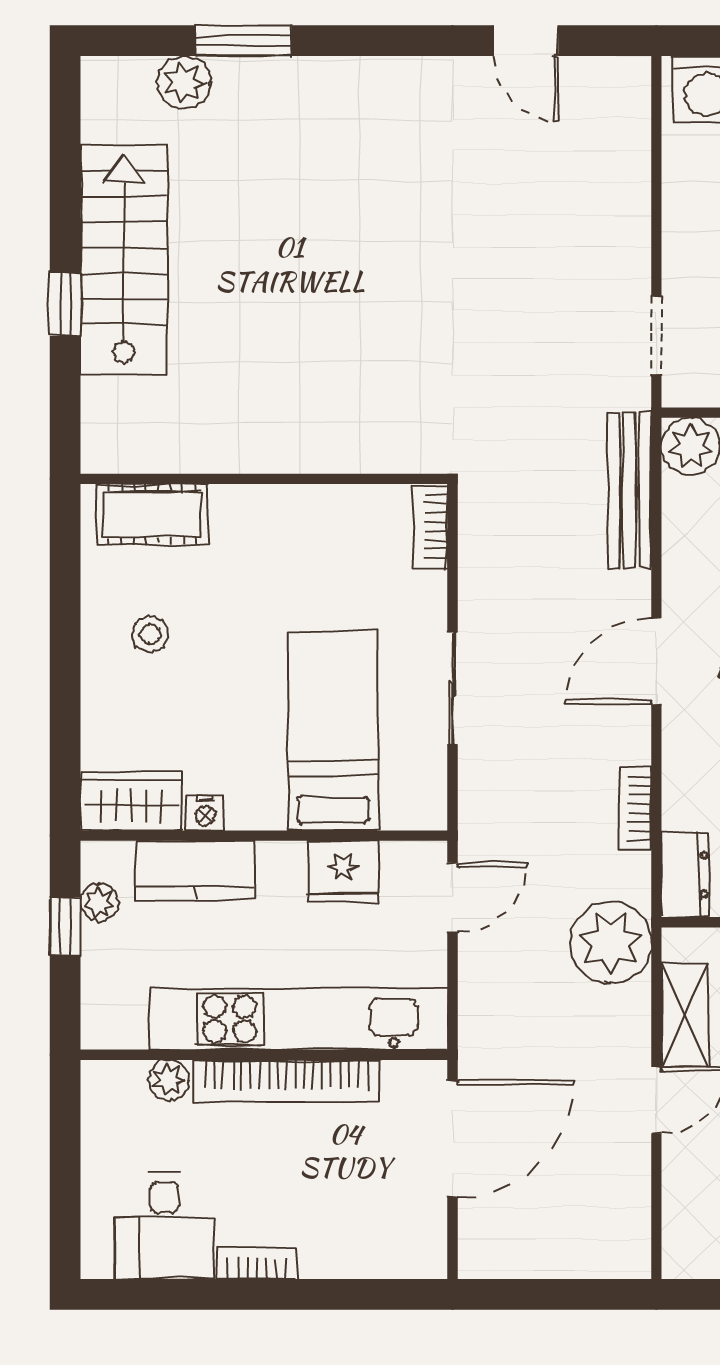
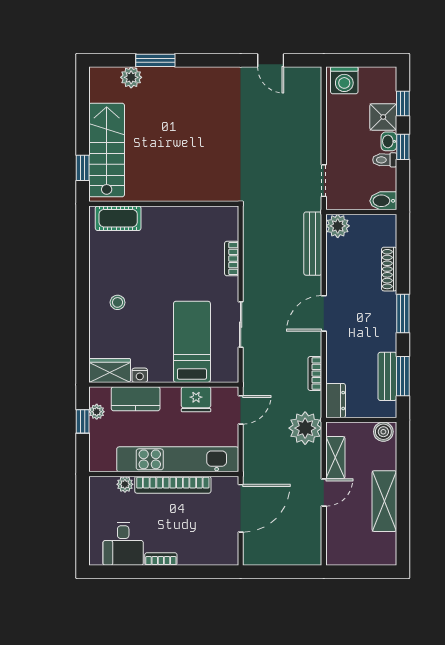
wall: (264, 479) -> (164, 204), moved
cot: (152, 514) -> (118, 218), moved

